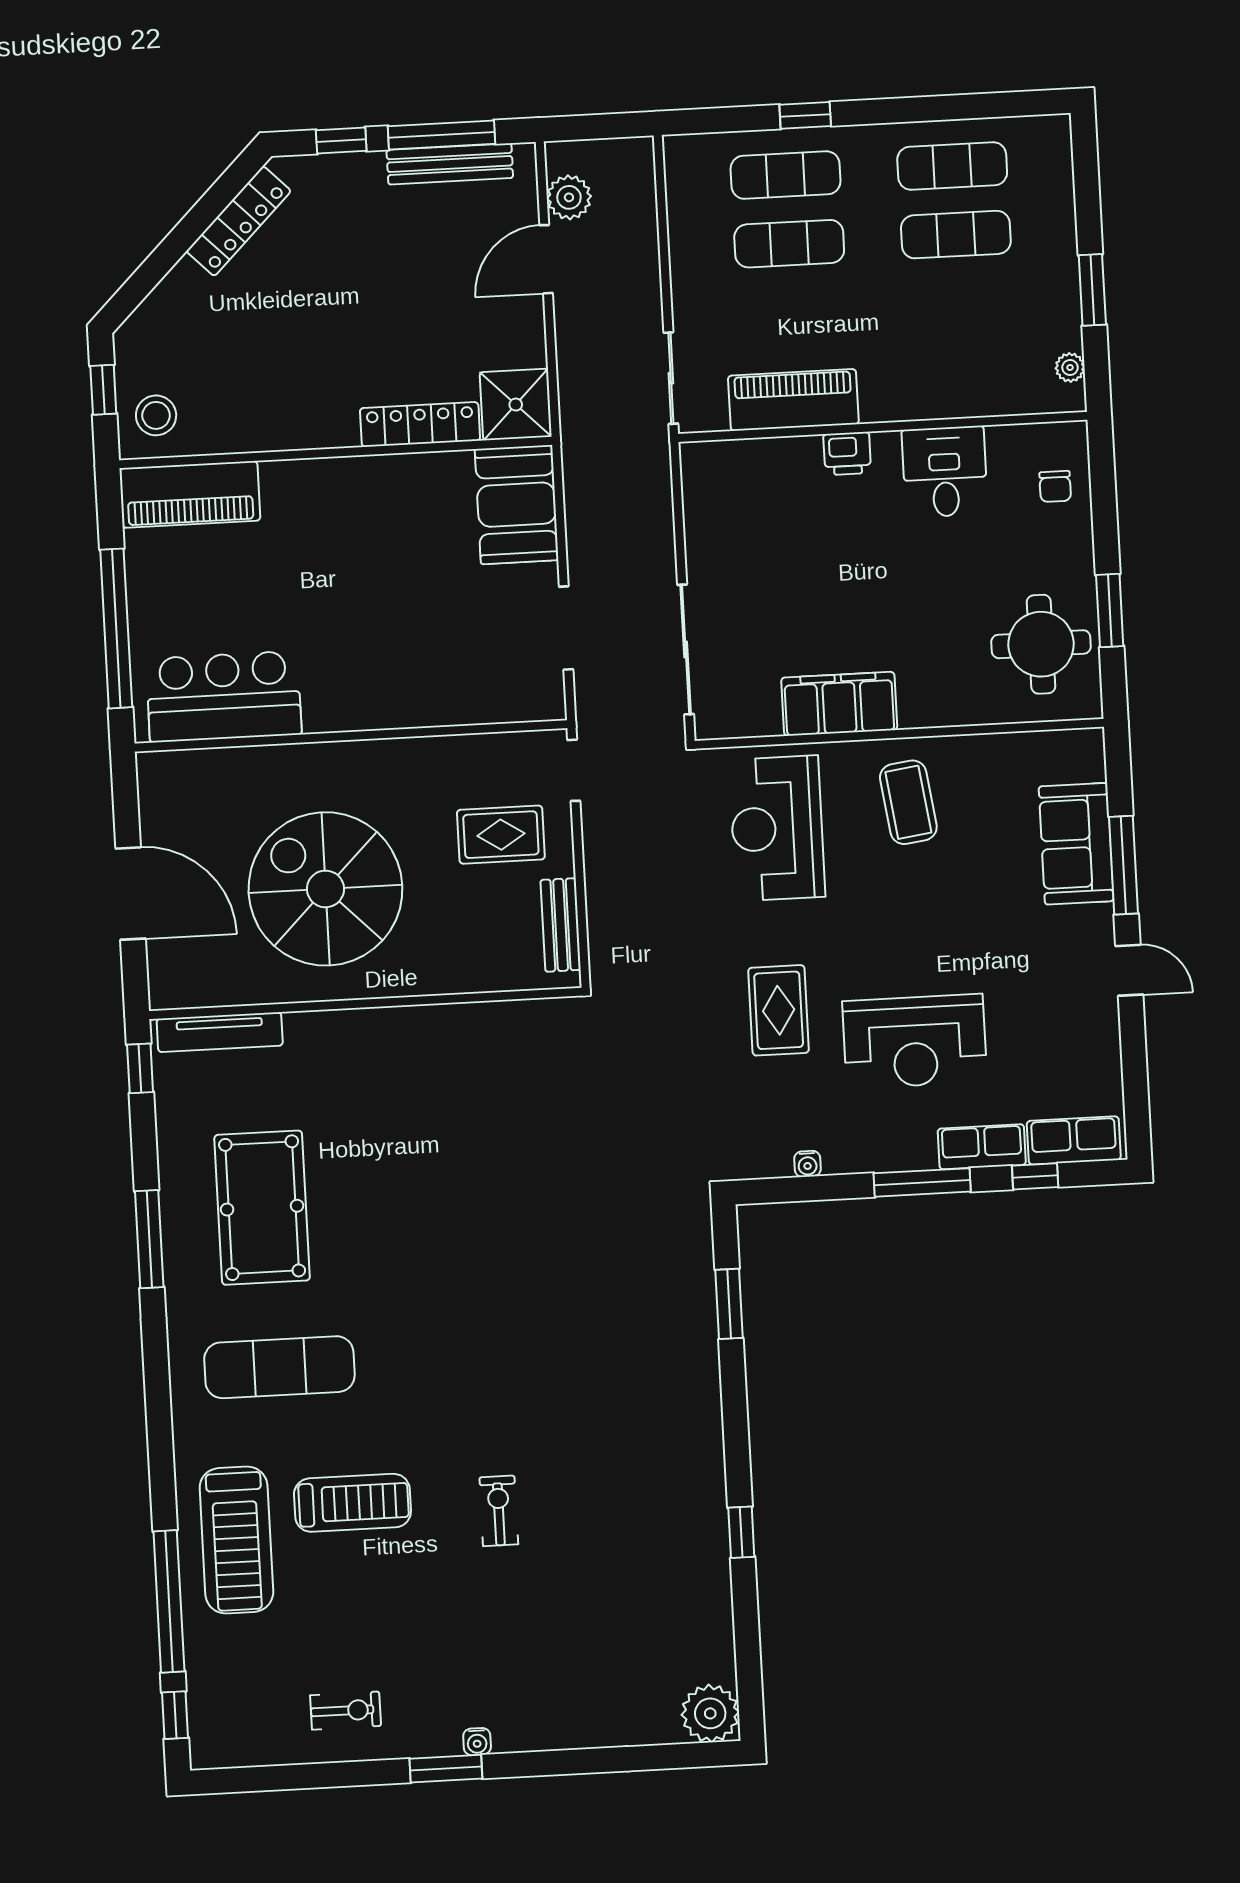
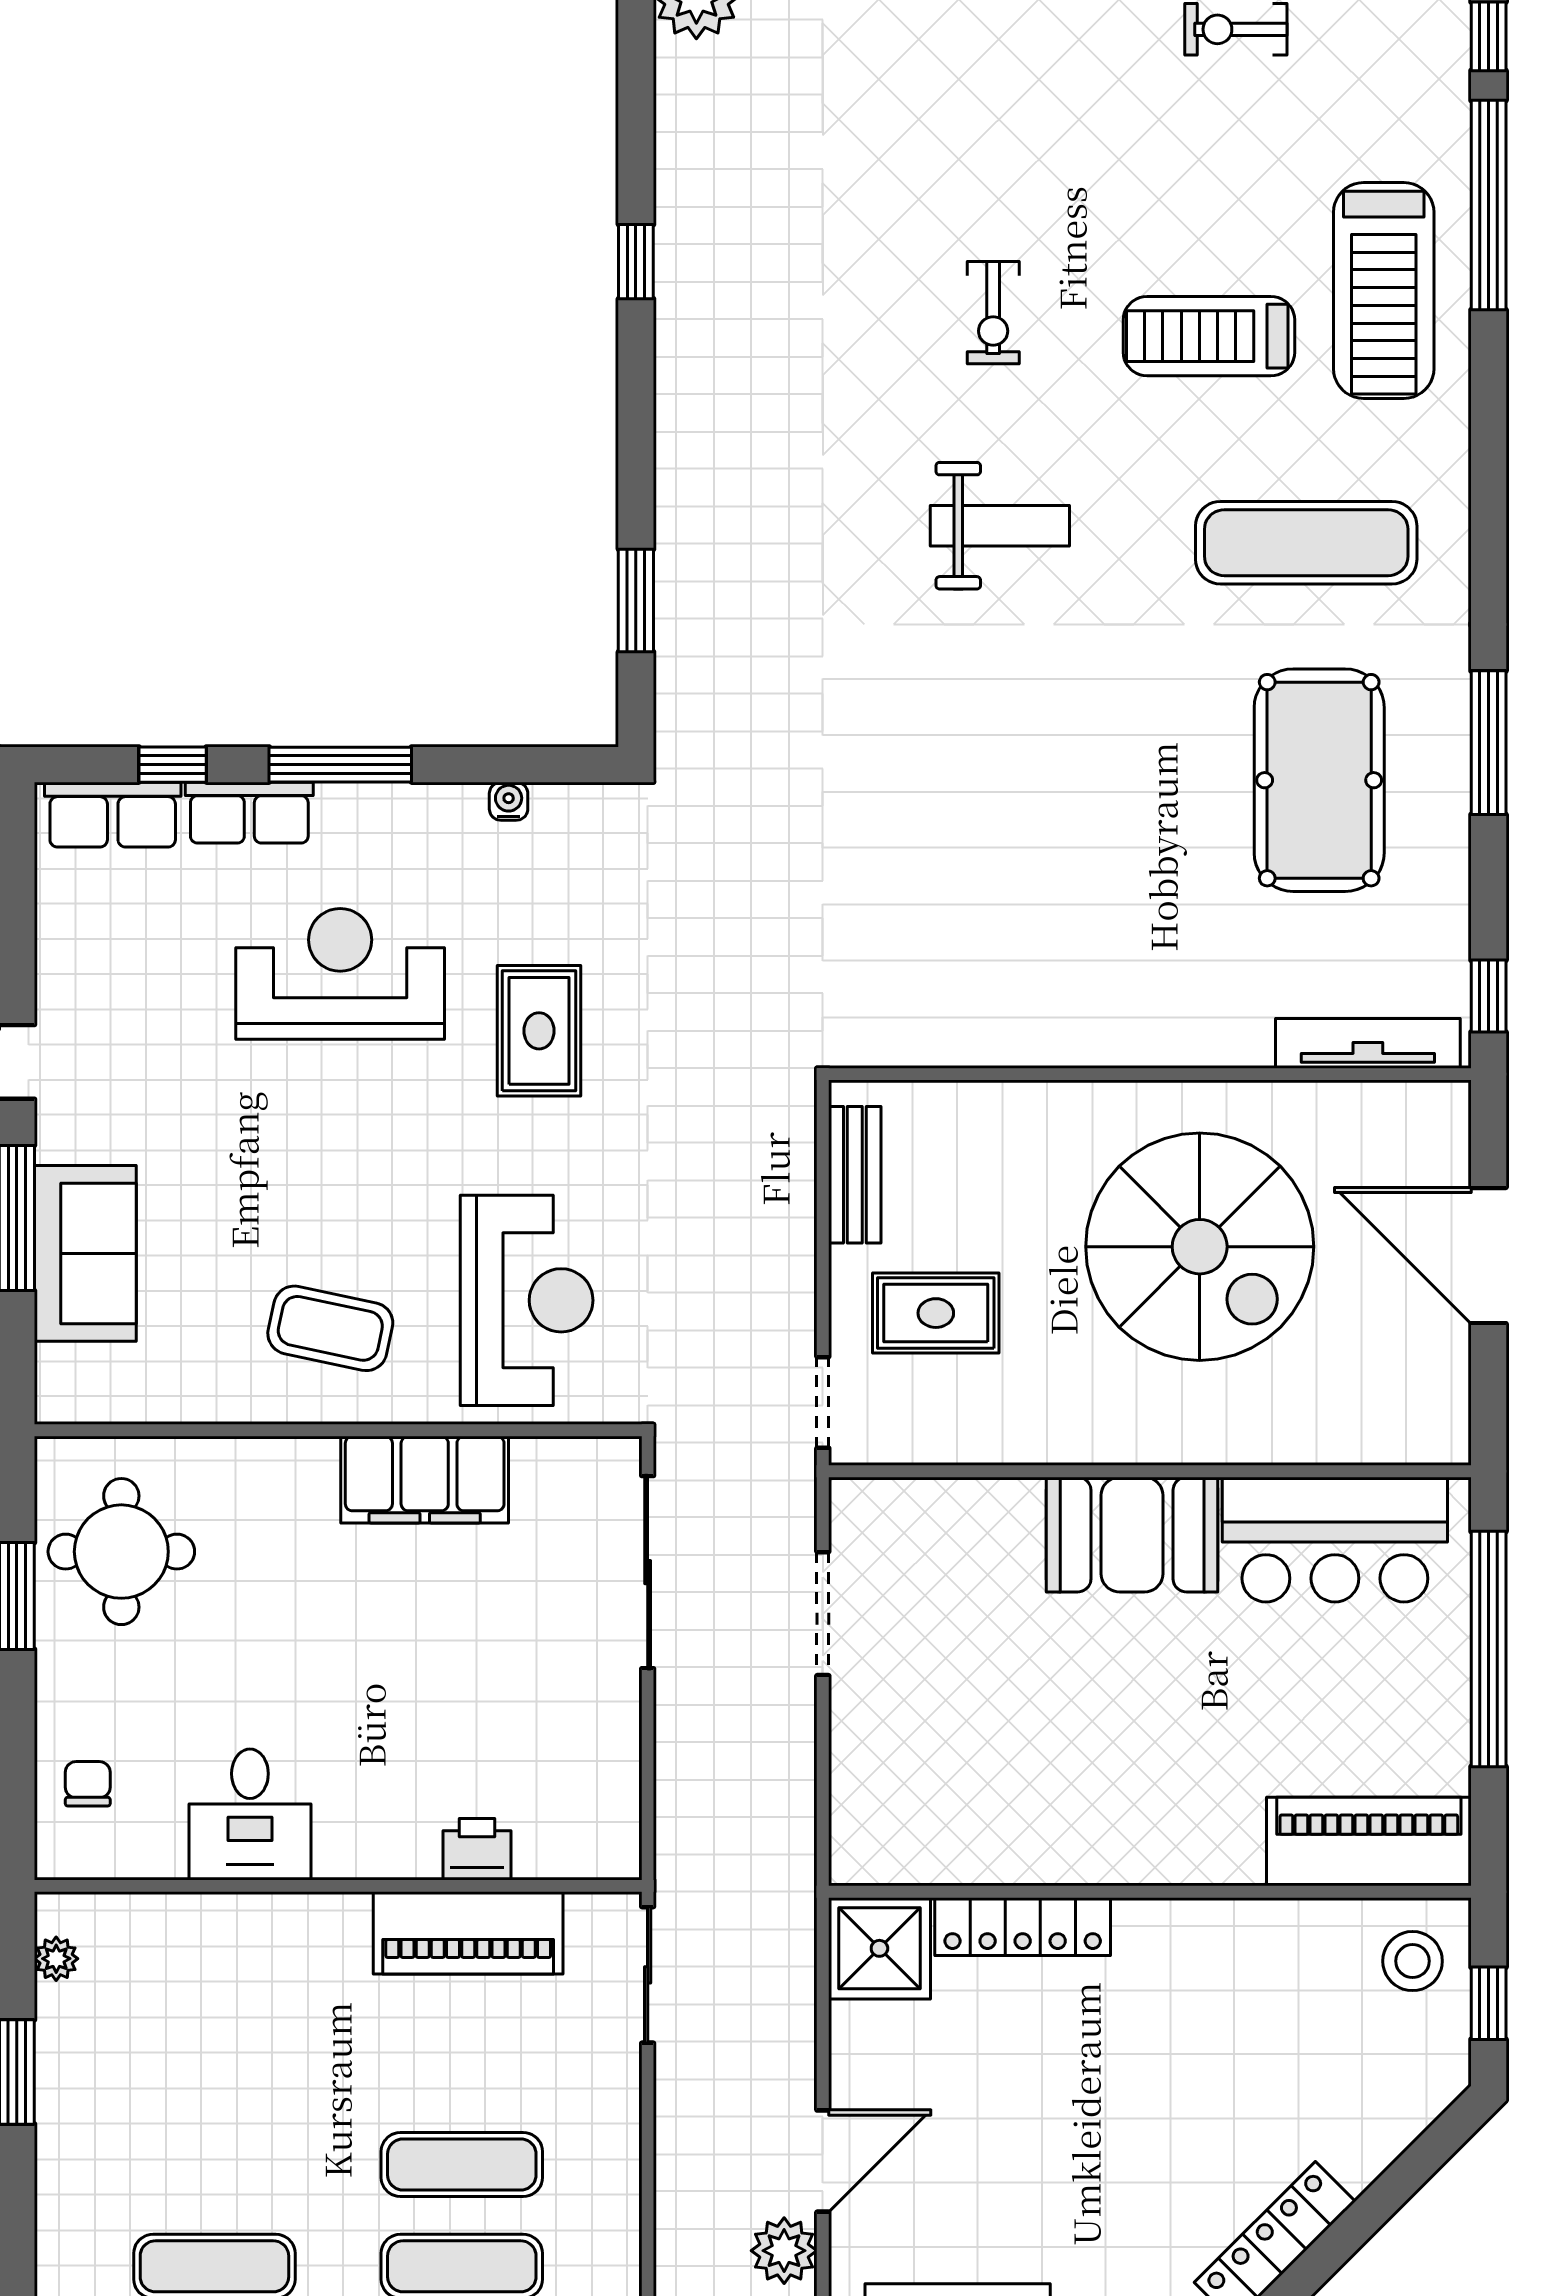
exercise mat: (956, 235) -> (214, 2164), removed
printer: (847, 454) -> (477, 1849), moved
booth: (517, 505) -> (1132, 1535), moved, turned 90
coffee table: (908, 802) -> (330, 1328), turned -70
weight bench: (486, 1367) -> (1000, 526), added
treadmill: (236, 1540) -> (1384, 290), turned 180

